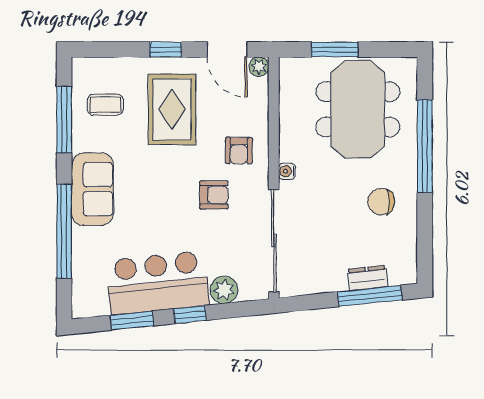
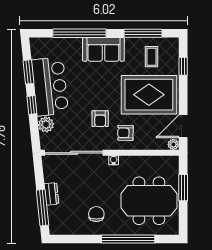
window: (166, 50) -> (183, 66), moved
rug: (172, 109) -> (149, 95), width x1.37, depth x1.44
dresser: (368, 278) -> (51, 194), moved

